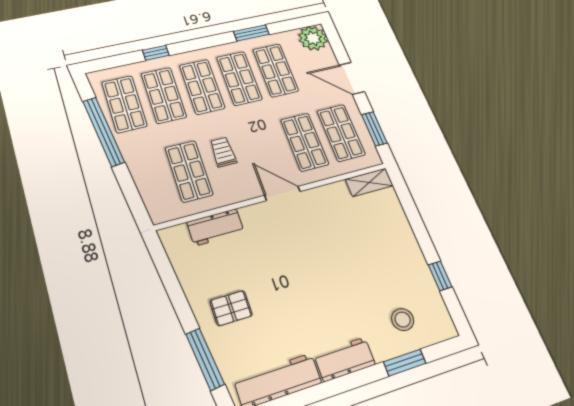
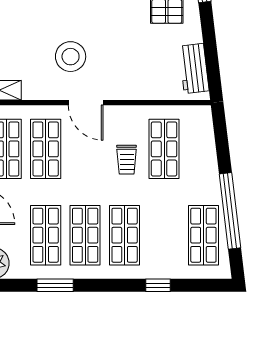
shop shelf: (164, 95) -> (164, 235), removed
workbench: (216, 227) -> (194, 69), moved, turned -97
stool: (314, 233) -> (71, 57), added

